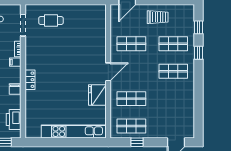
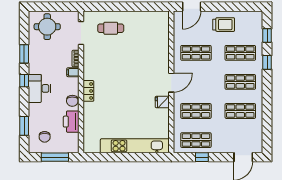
fridge: (97, 95) -> (162, 102), width x0.53, depth x0.75
shop shelf: (173, 99) -> (240, 111), added
printer: (14, 120) -> (71, 122), moved

